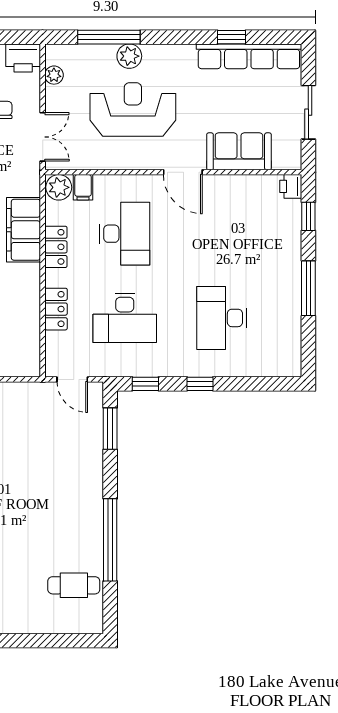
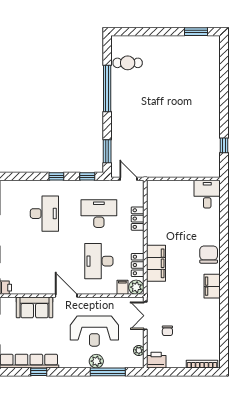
locker: (56, 247) -> (138, 265), moved

